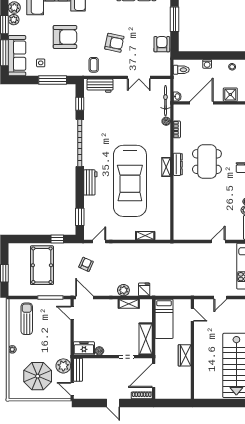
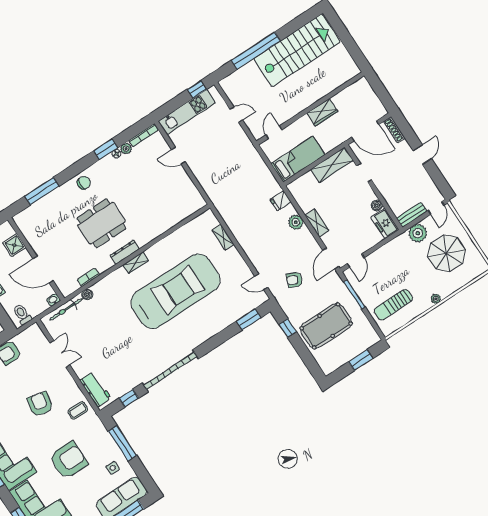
armchair: (65, 37) -> (68, 460), turned 90
workbench: (90, 182) -> (205, 332), removed
shelving: (129, 304) -> (317, 223), moved

